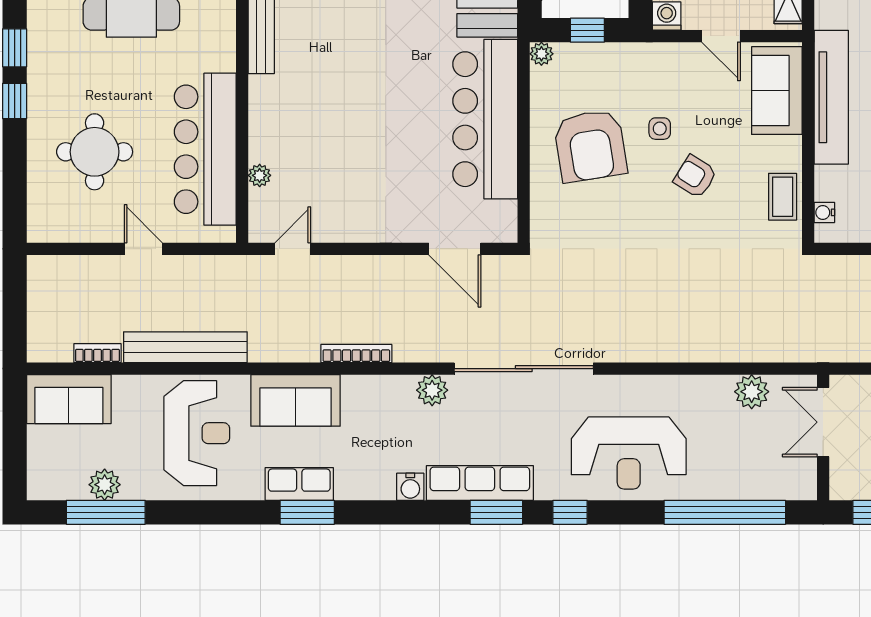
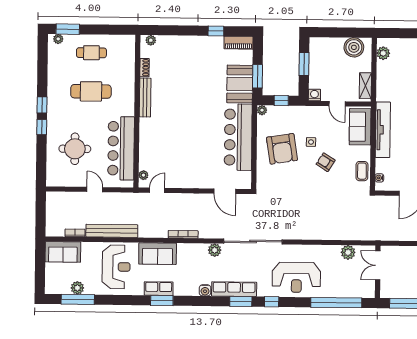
plant: (260, 175) -> (143, 175), moved

